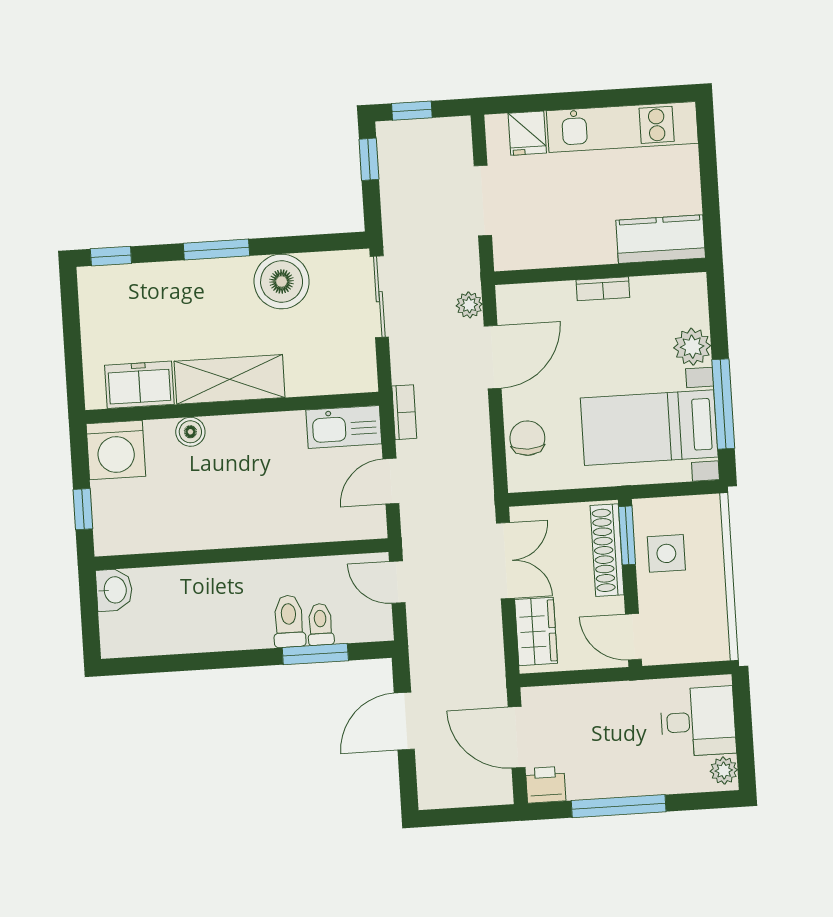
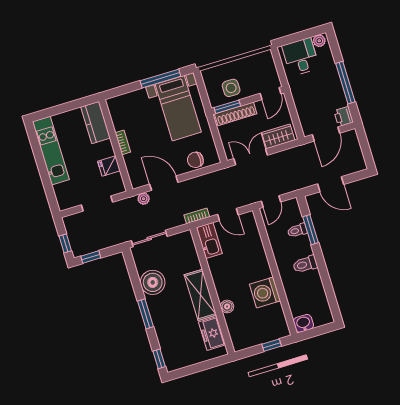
fridge: (527, 133) -> (109, 166), moved, turned 180
plant: (692, 347) -> (139, 98), removed
washing machine: (116, 450) -> (265, 292), moved, turned 180
toilet: (289, 621) -> (305, 264), moved

